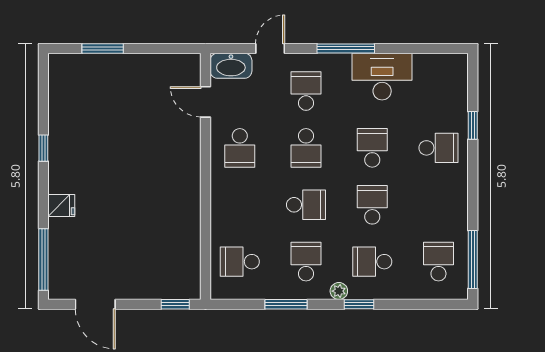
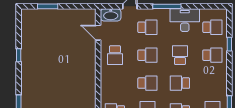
school desk: (306, 91) -> (147, 27), turned 90
school desk: (438, 91) -> (212, 27), added
school desk: (306, 148) -> (147, 55), turned -90
fridge: (61, 205) -> (27, 83), removed
school desk: (372, 205) -> (180, 83), turned -90

